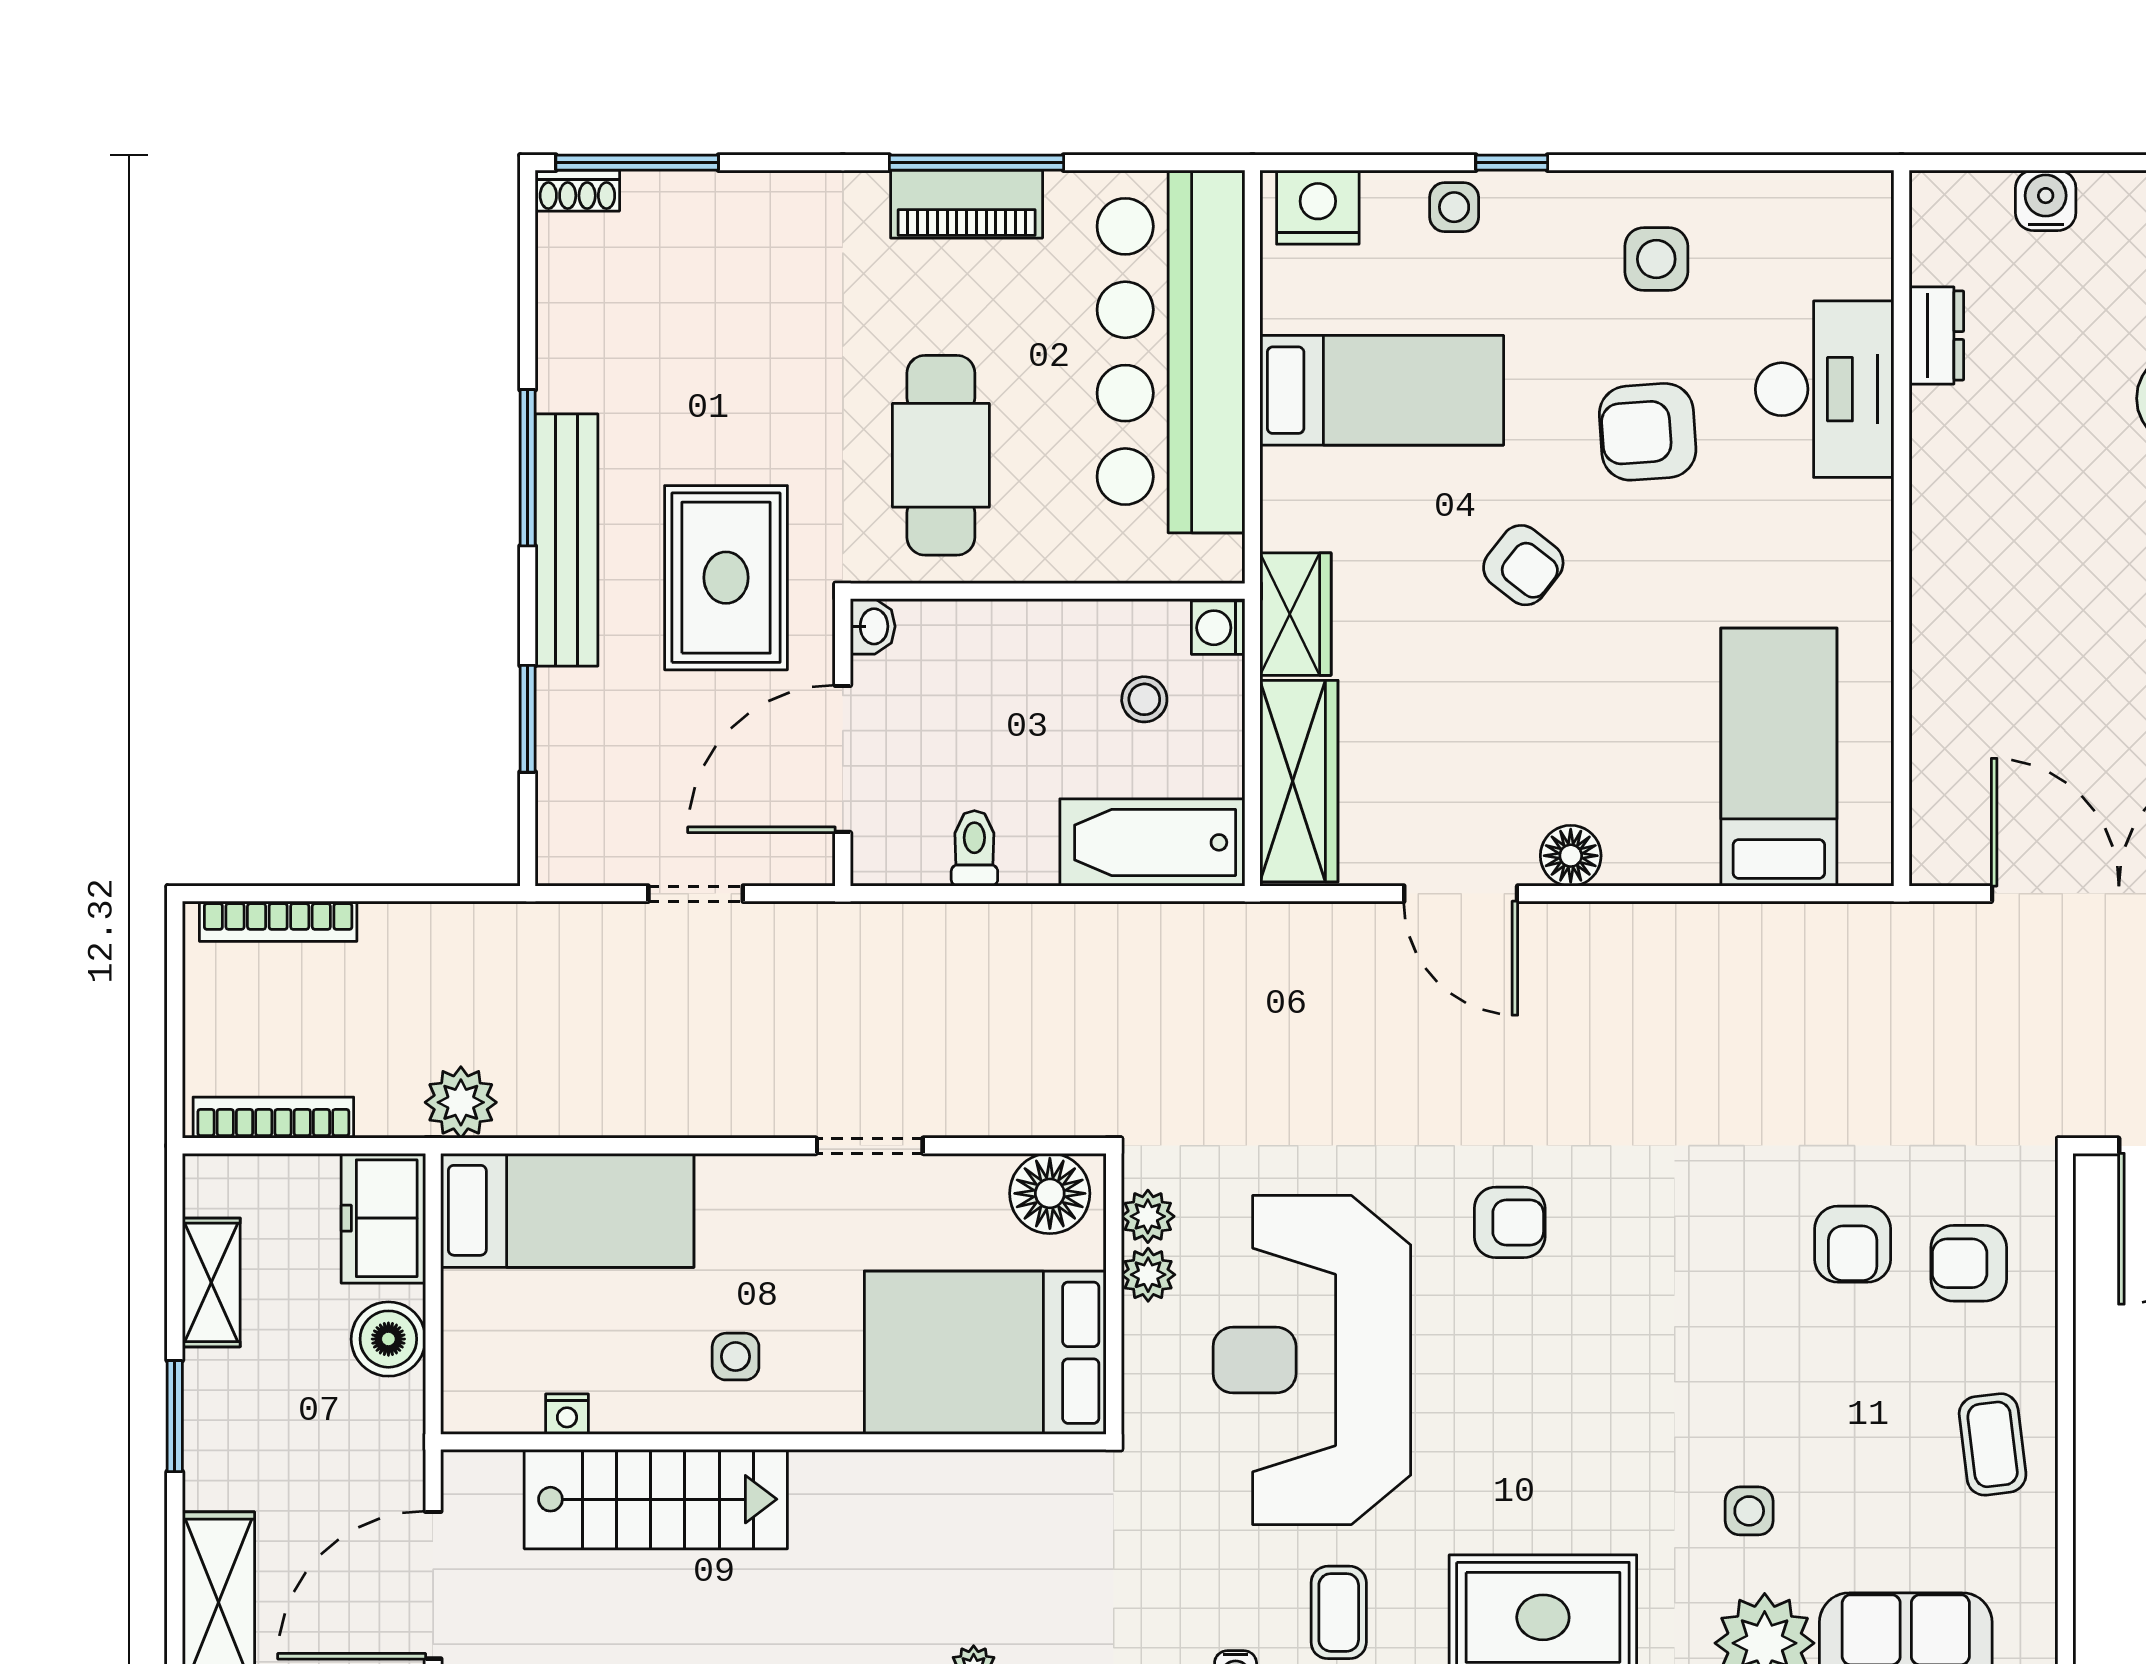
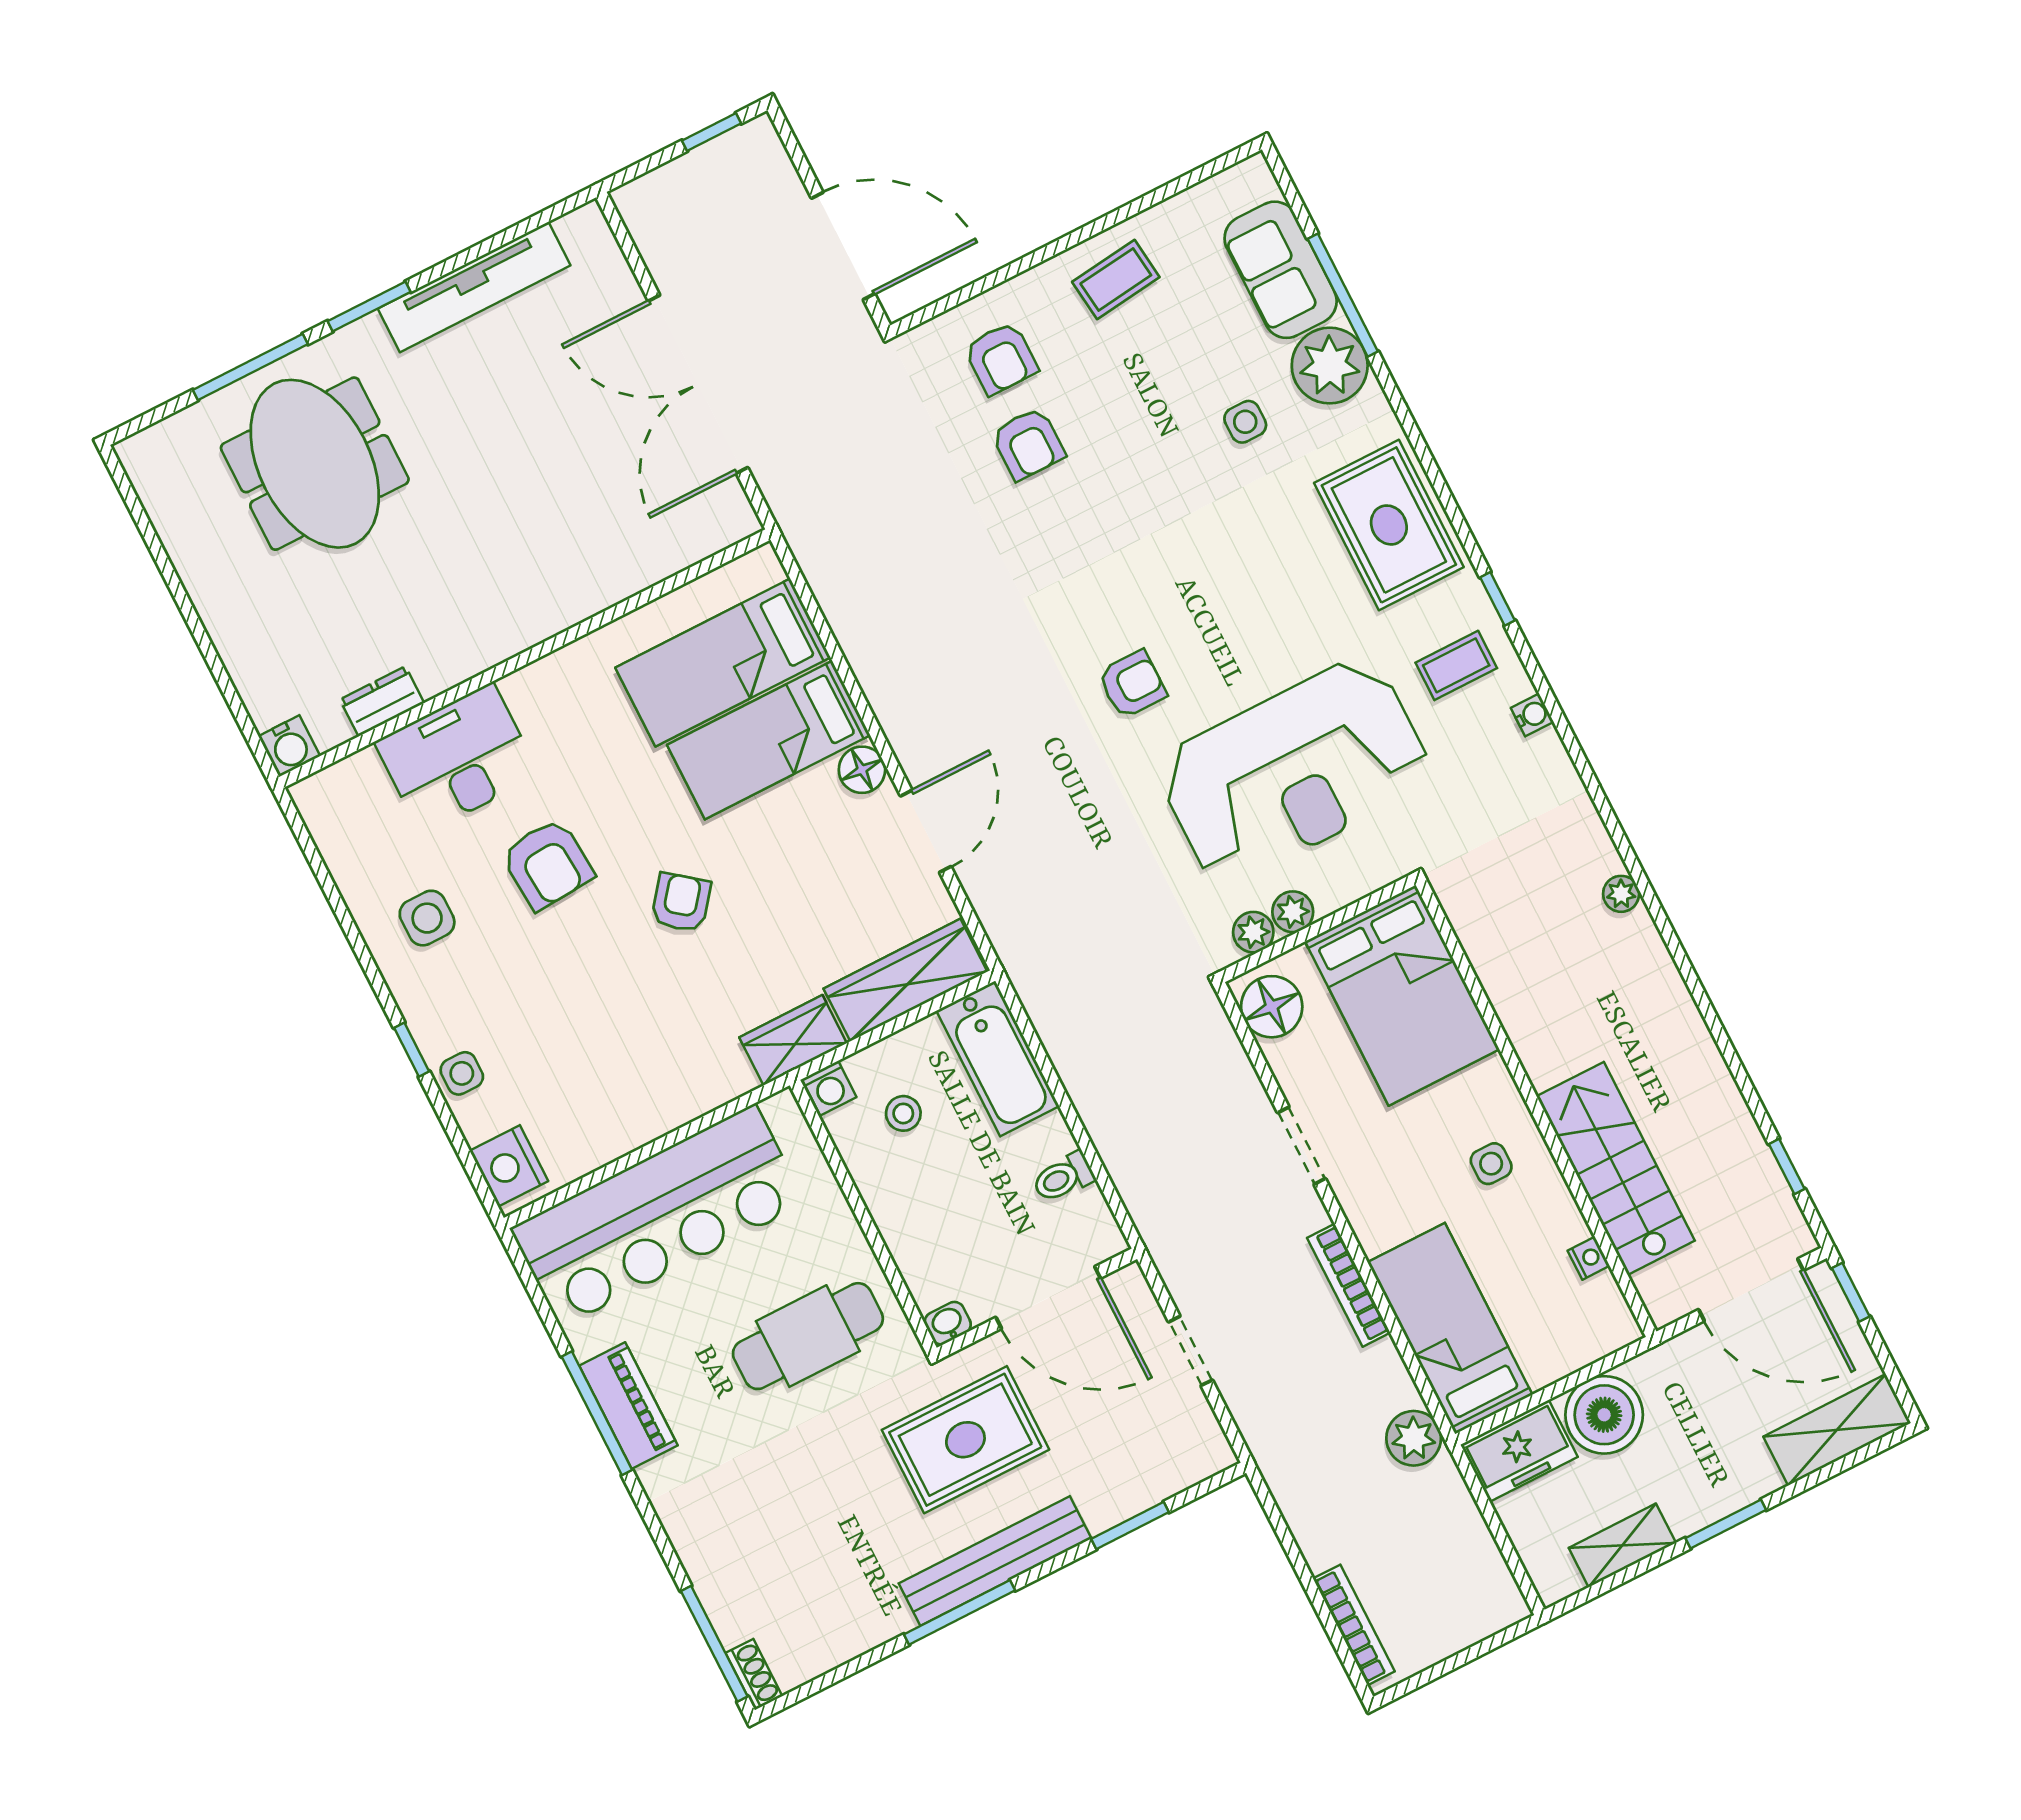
water cooler: (2046, 200) -> (289, 746), moved, turned -90
bed: (1382, 390) -> (769, 740), moved, turned -90
bookcase: (273, 1118) -> (1349, 1285), moved
armchair: (1510, 1222) -> (1132, 684), turned 90
armchair: (1853, 1244) -> (1028, 444), turned 90
boiler: (388, 1339) -> (1604, 1415), width x1.37, depth x1.37

